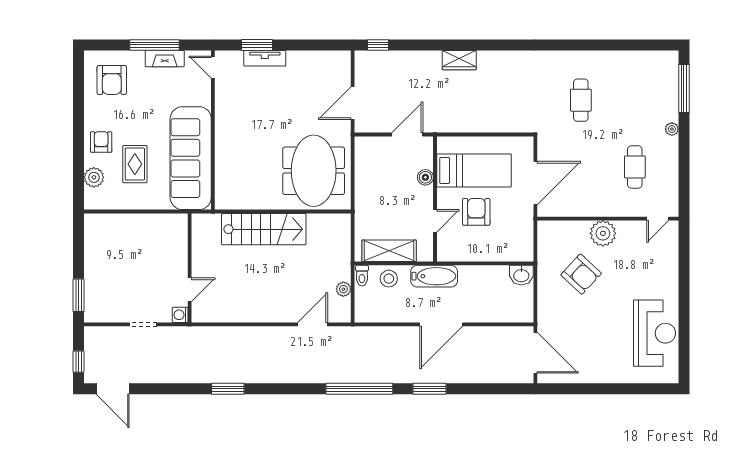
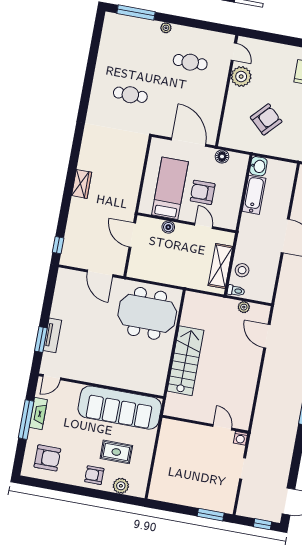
floor lamp: (525, 228) -> (222, 157), added
plant: (603, 233) -> (241, 77), moved
bathtub: (434, 276) -> (254, 195), moved

